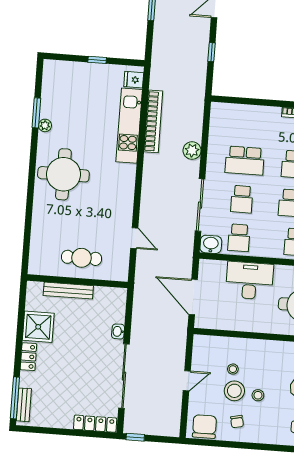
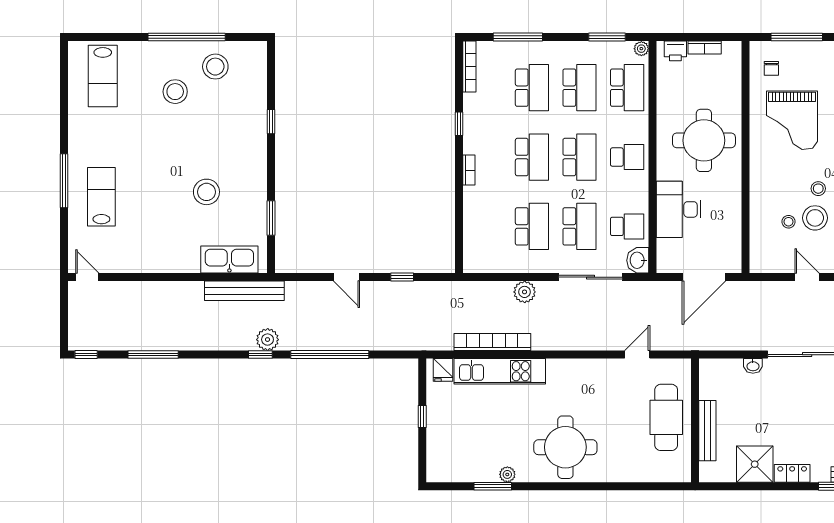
school desk: (242, 199) -> (579, 226), width x1.85
cafe table: (82, 258) -> (666, 417), width x1.37, depth x1.35

